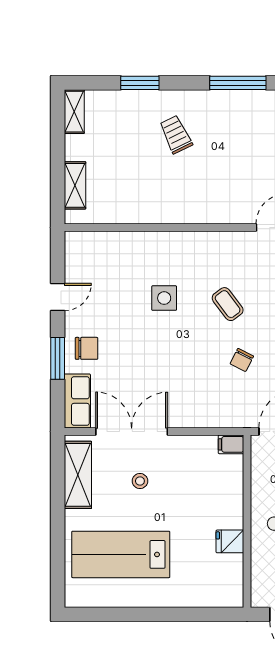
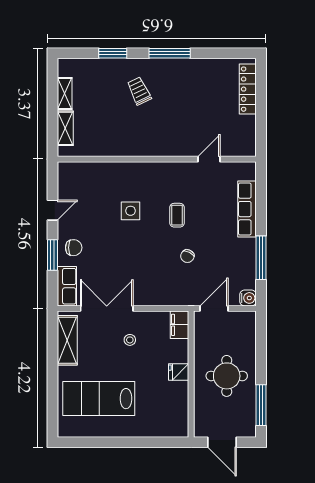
window: (238, 83) -> (170, 53), moved
shelving: (74, 112) -> (65, 93), moved
coffee table: (228, 304) -> (177, 215), turned 37
filing cabinet: (231, 444) -> (180, 325), width x2.00
stool: (140, 481) -> (130, 340), moved
fridge: (230, 541) -> (179, 372), moved

